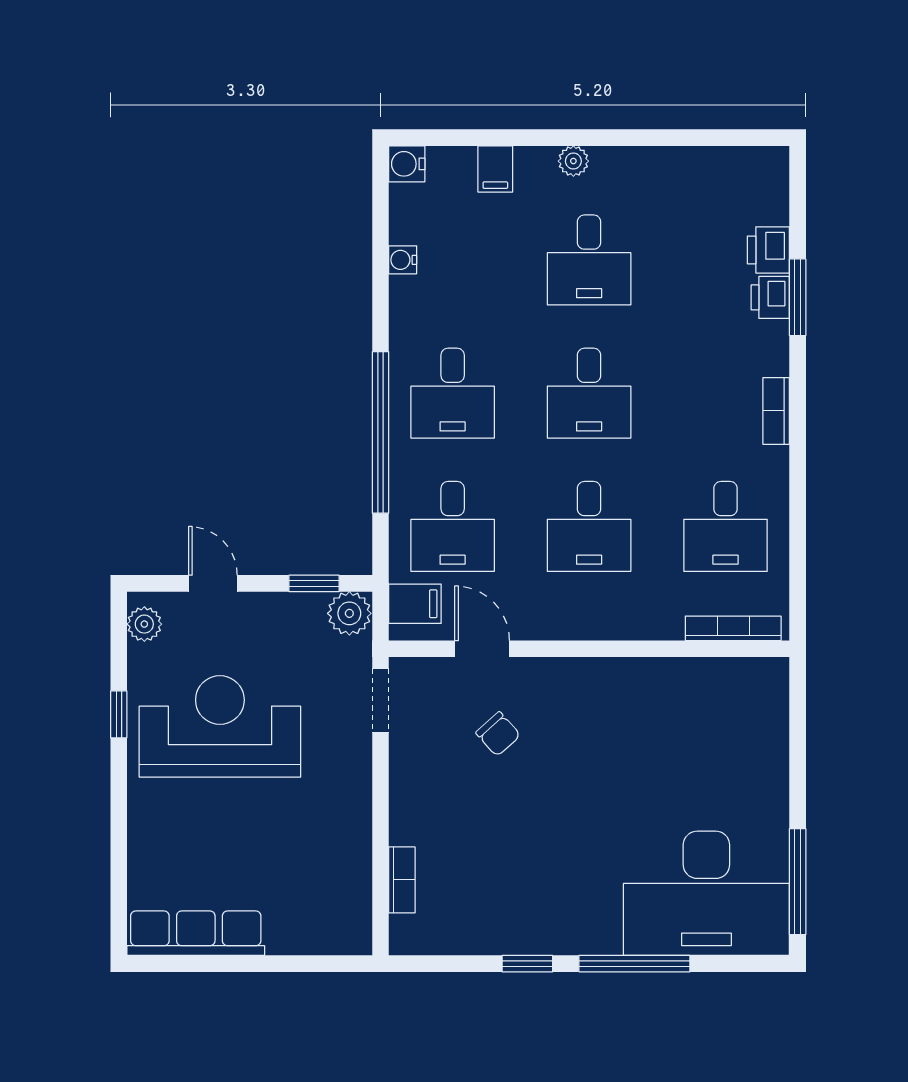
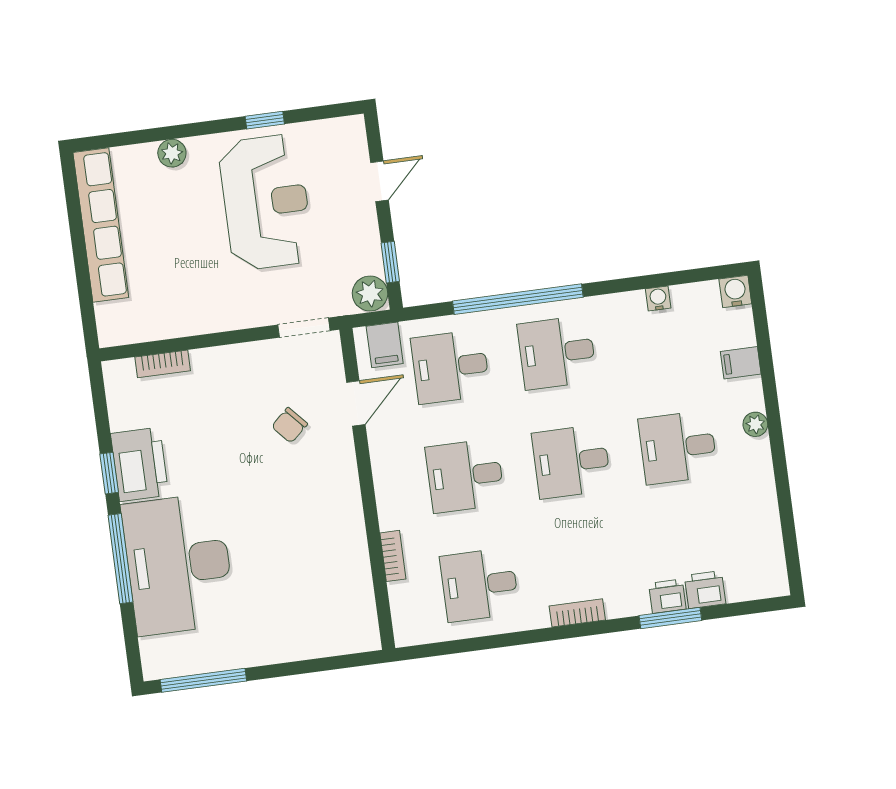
plant: (144, 624) -> (172, 153), moved
bookcase: (733, 628) -> (393, 556), moved, width x0.64
desk: (706, 893) -> (178, 564), moved
printer: (522, 925) -> (140, 464), added
row of seats: (196, 933) -> (101, 225), width x1.36

